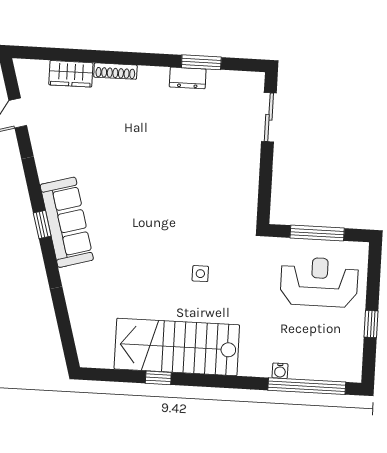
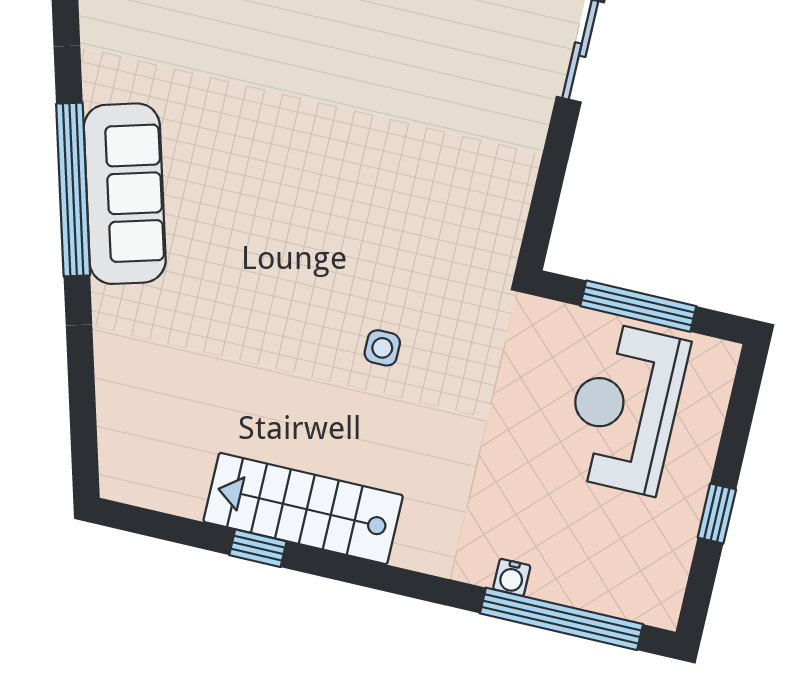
window: (42, 225) -> (73, 189), width x3.17
reception desk: (319, 282) -> (625, 408), turned -90
stairs: (177, 347) -> (303, 509), width x0.73, depth x0.66

